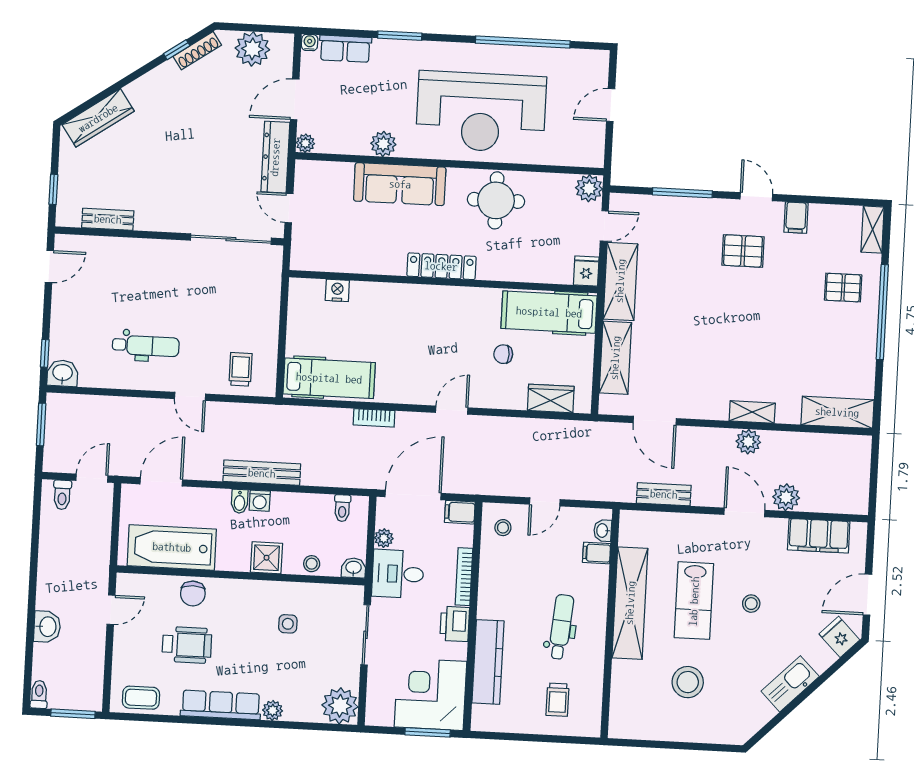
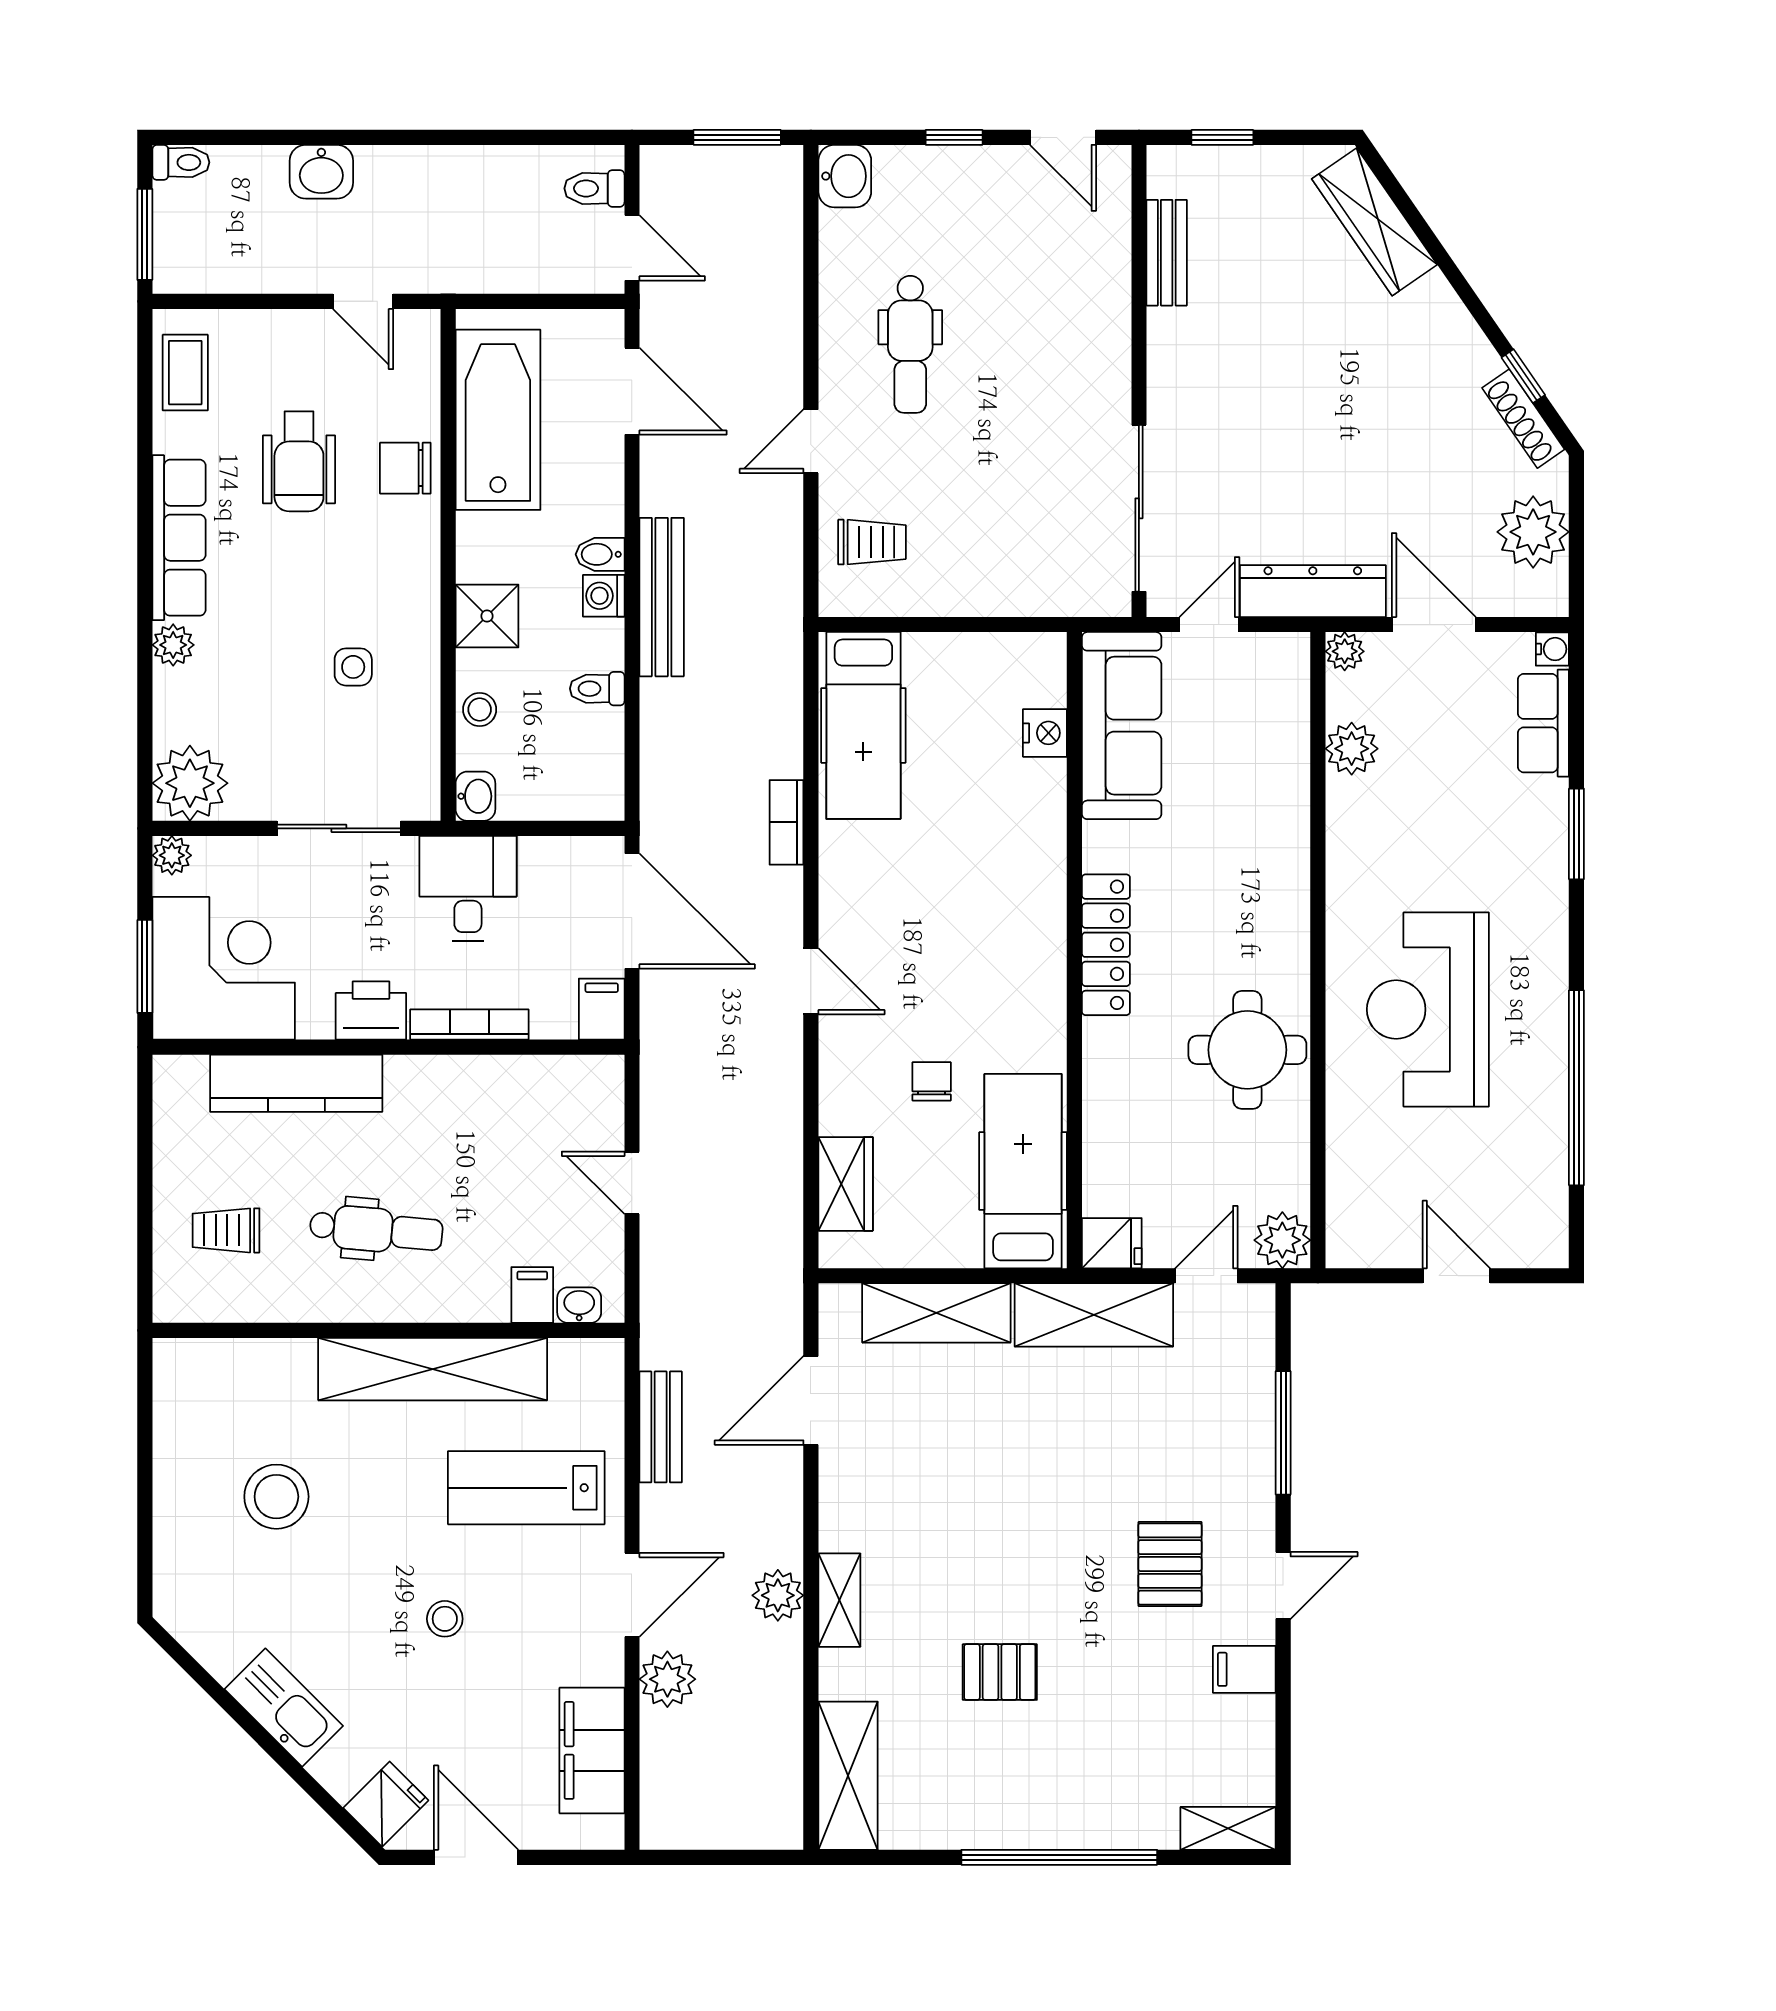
reception desk: (481, 112) -> (1428, 1009), width x0.74, depth x0.77
plant: (383, 144) -> (1352, 749), moved
sofa: (400, 184) -> (1122, 726), moved, turned 180
door: (604, 226) -> (1206, 1276), swing flipped
pallet: (843, 288) -> (1000, 1672), moved, turned 90
window: (45, 353) -> (954, 137), moved
toilet: (342, 508) -> (597, 689), moved
stool: (503, 528) -> (575, 1100), removed
plant: (384, 538) -> (172, 855), moved
lab bench: (694, 601) -> (526, 1488), moved

